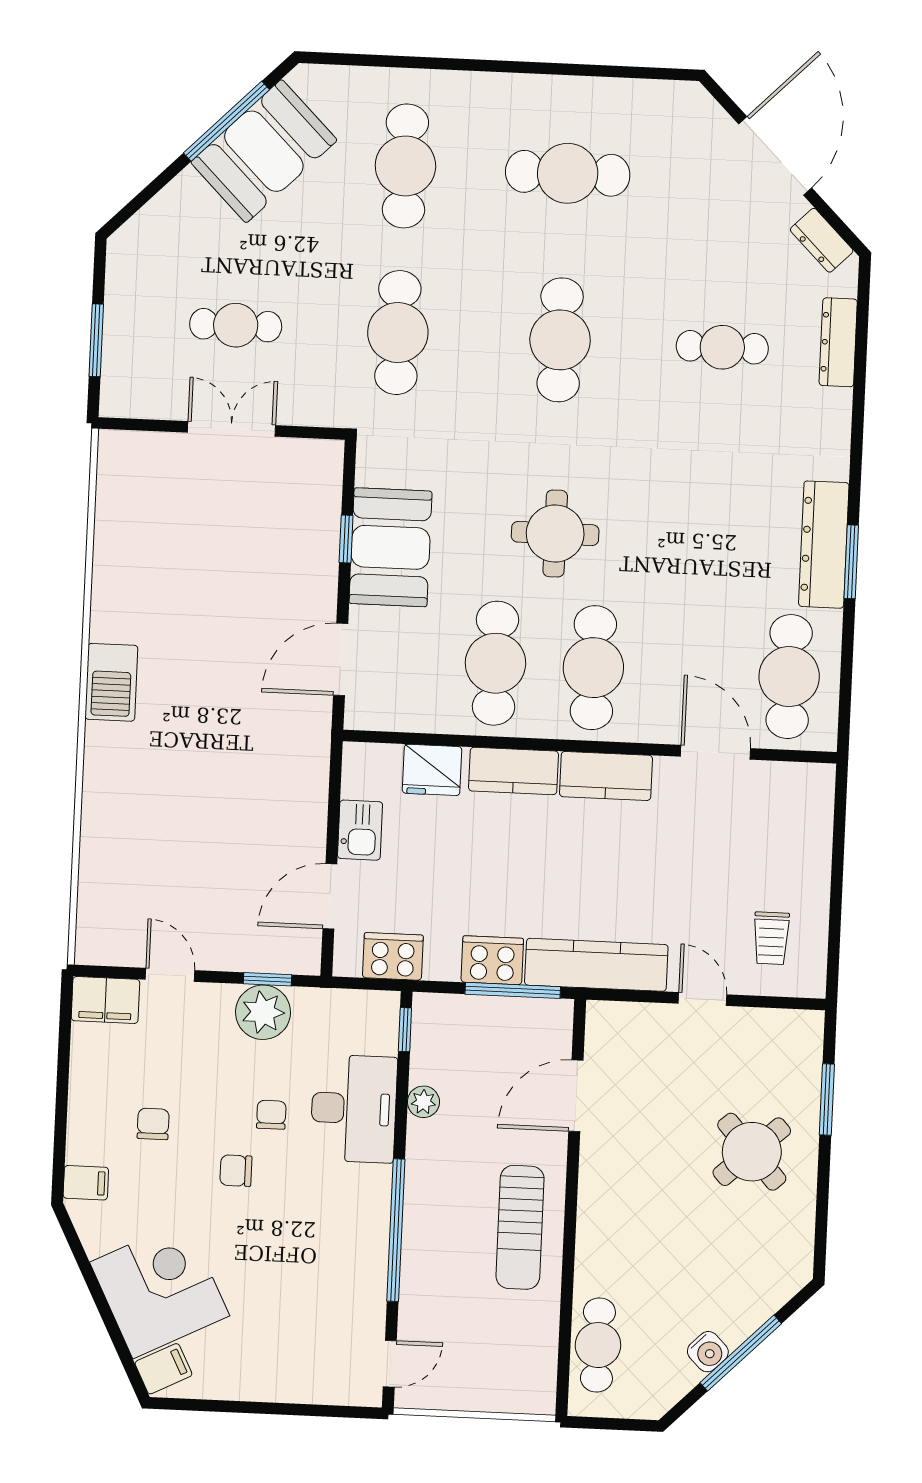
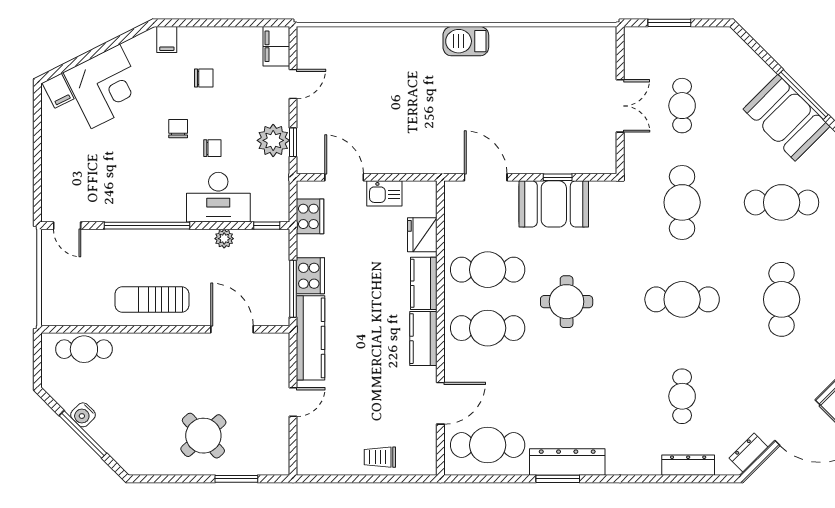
cafe table: (398, 333) -> (682, 202), turned 90
trolley: (771, 938) -> (380, 457), moved

